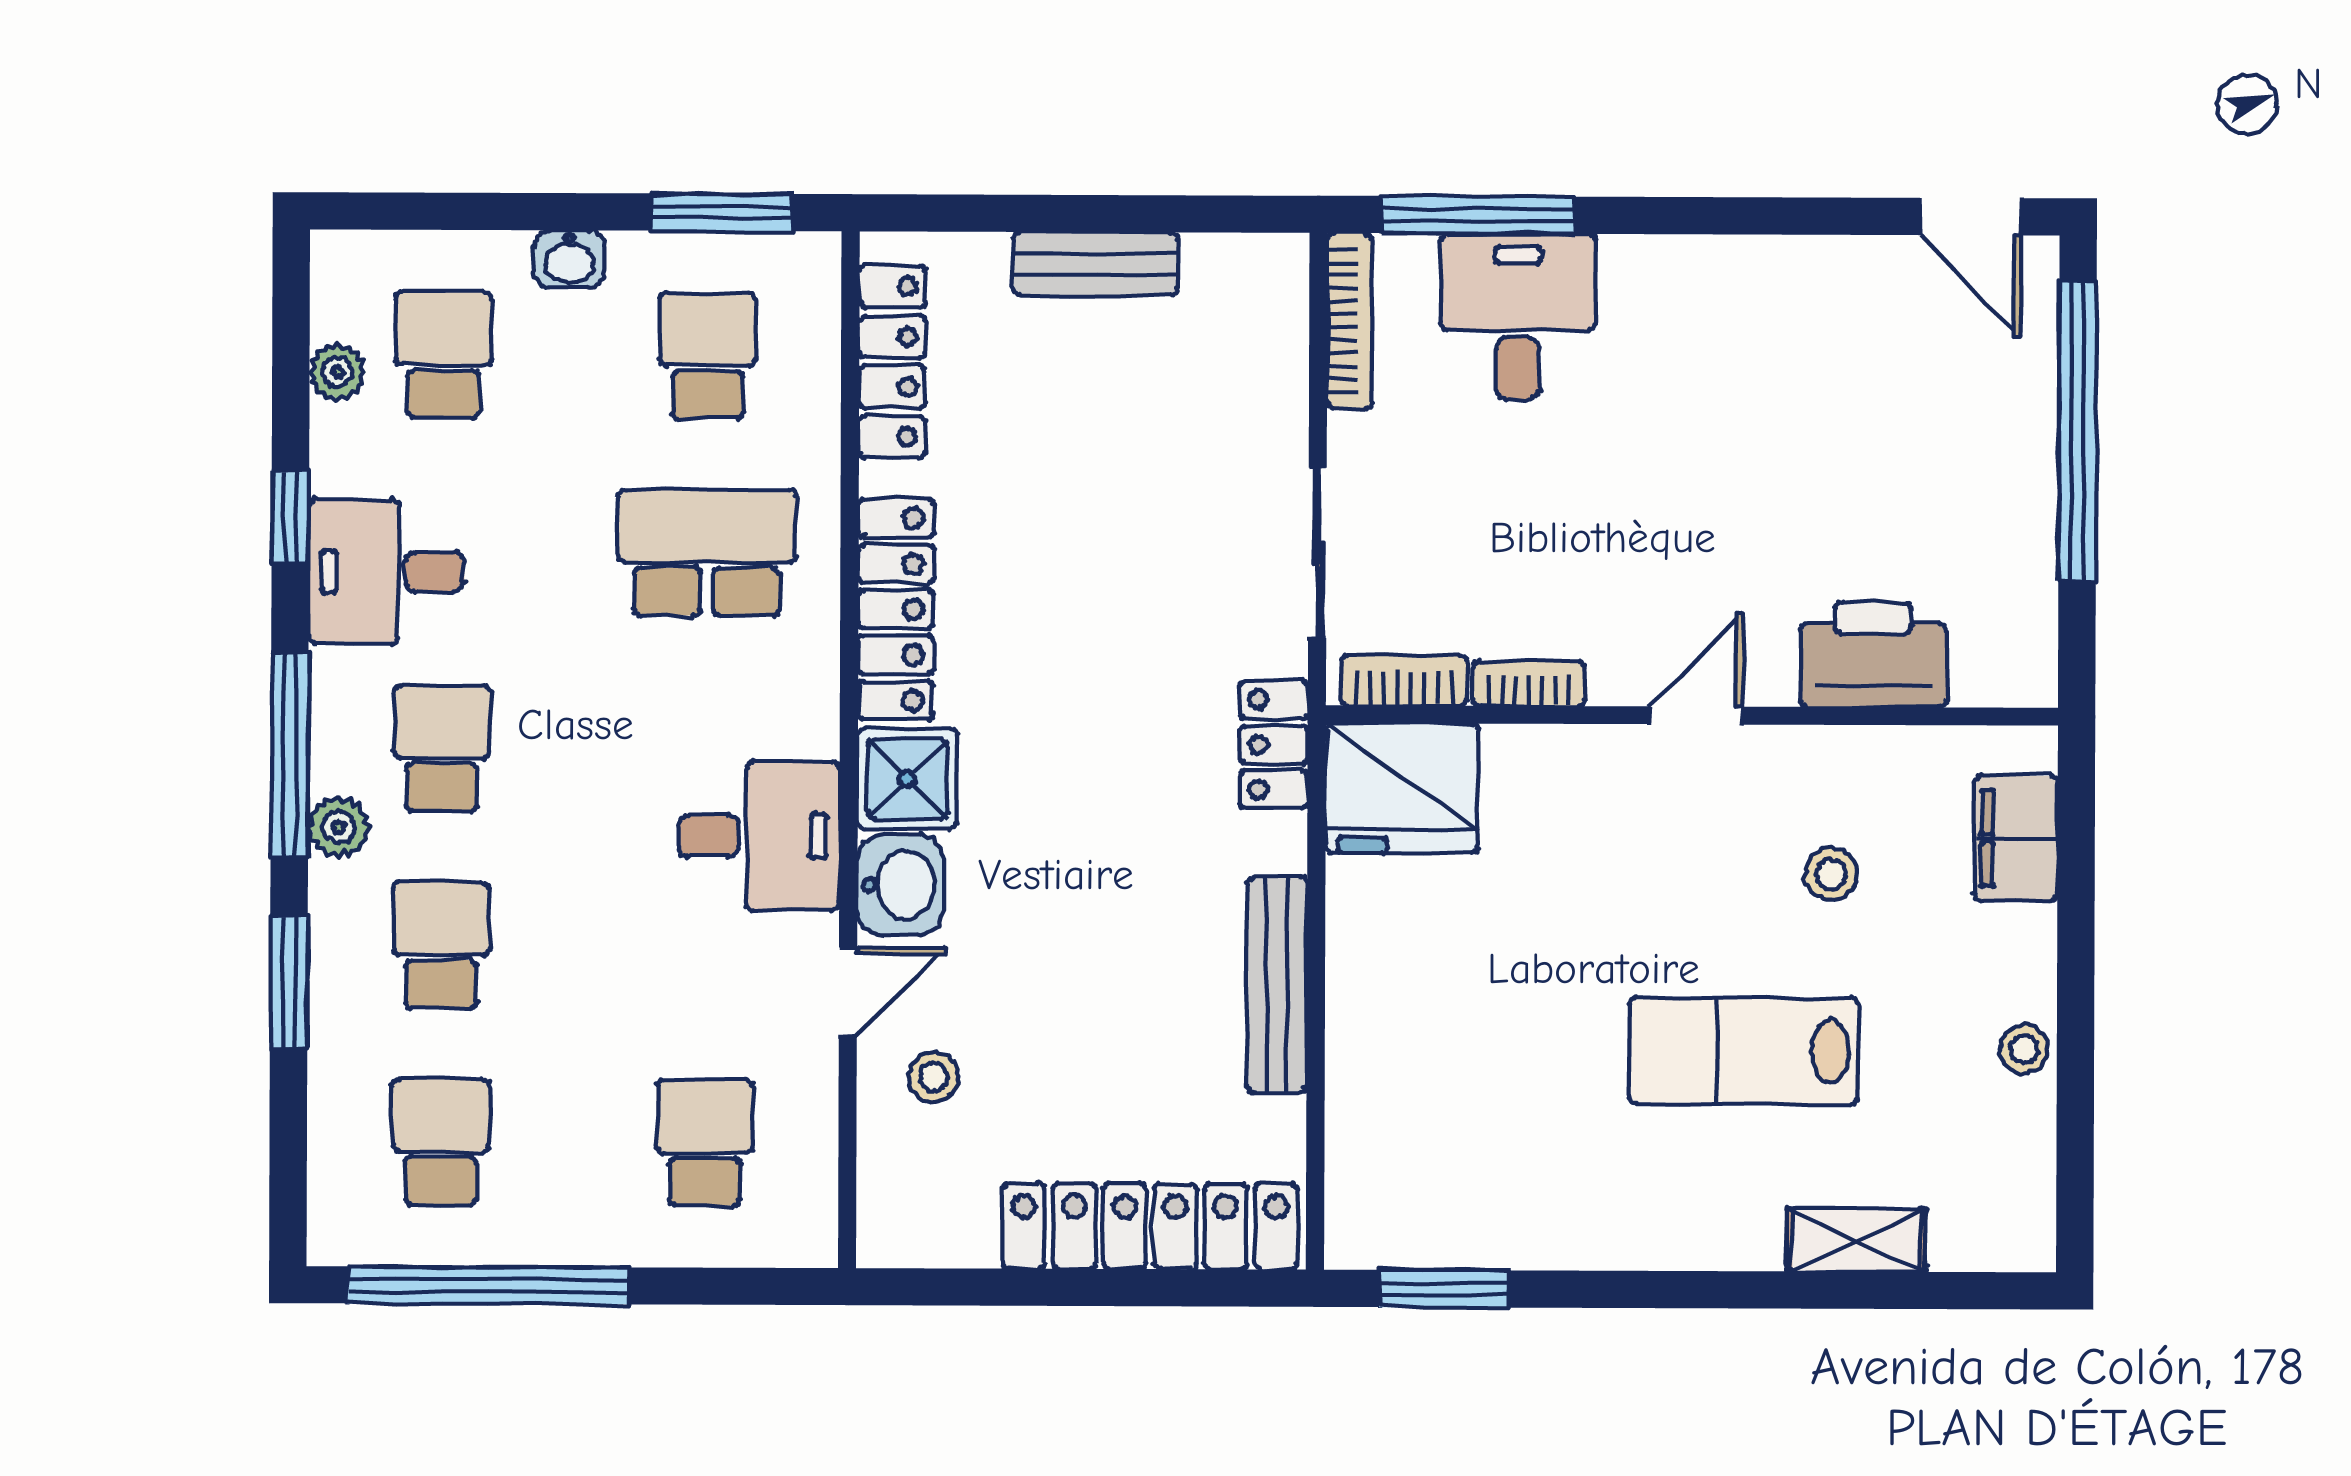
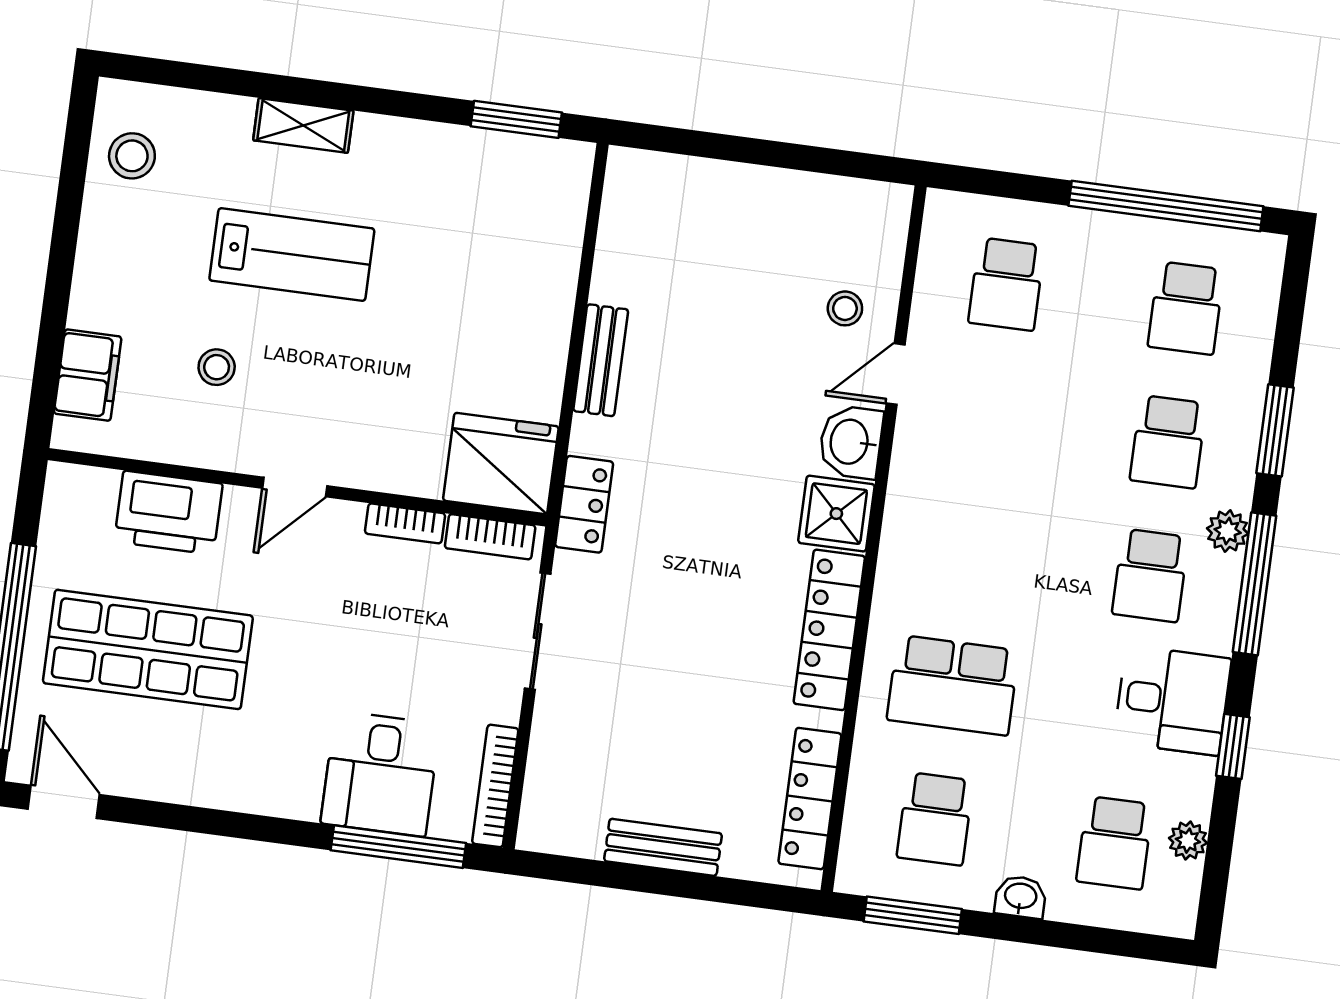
shop shelf: (1878, 453) -> (148, 649), added
desk: (759, 836) -> (942, 488), removed
bench: (1277, 985) -> (601, 360), width x0.73
stool: (2024, 1049) -> (132, 156), moved, width x1.37, depth x1.37
locker: (1150, 1226) -> (711, 188), removed
shelving: (1856, 1240) -> (303, 125), moved

